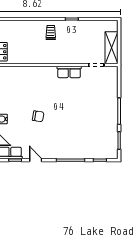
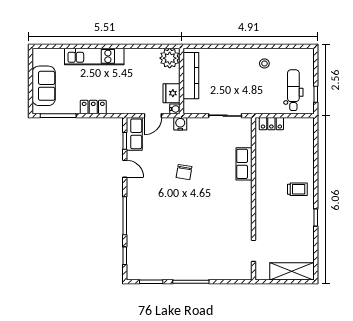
shelving: (111, 48) -> (292, 271), moved
row of seats: (69, 72) -> (244, 164), moved
door: (36, 160) -> (125, 169), hinge flipped

